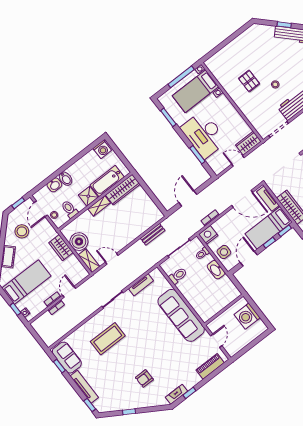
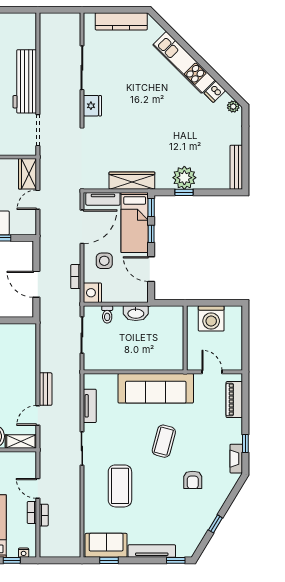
bench: (153, 234) -> (46, 389), moved
side table: (224, 252) -> (104, 261), moved
toilet: (178, 276) -> (111, 359), removed
coffee table: (154, 344) -> (164, 441), added

